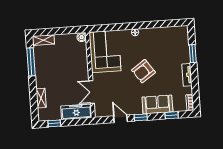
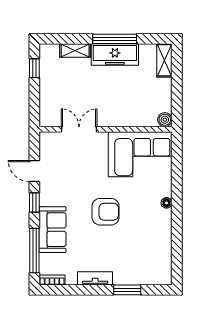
window: (31, 62) -> (115, 39), moved
armchair: (143, 71) -> (106, 212), turned 125
freezer: (76, 112) -> (115, 54), moved, turned 90
window: (172, 115) -> (34, 251), width x2.17
door: (120, 119) -> (34, 171), swing flipped

